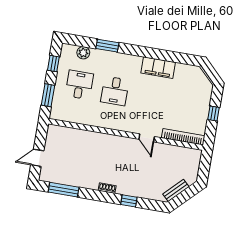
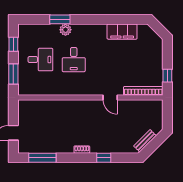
plant: (83, 53) -> (65, 30), moved
filing cabinet: (158, 68) -> (122, 32), moved
desk: (79, 85) -> (40, 60), turned 90
window: (214, 114) -> (167, 76), moved

